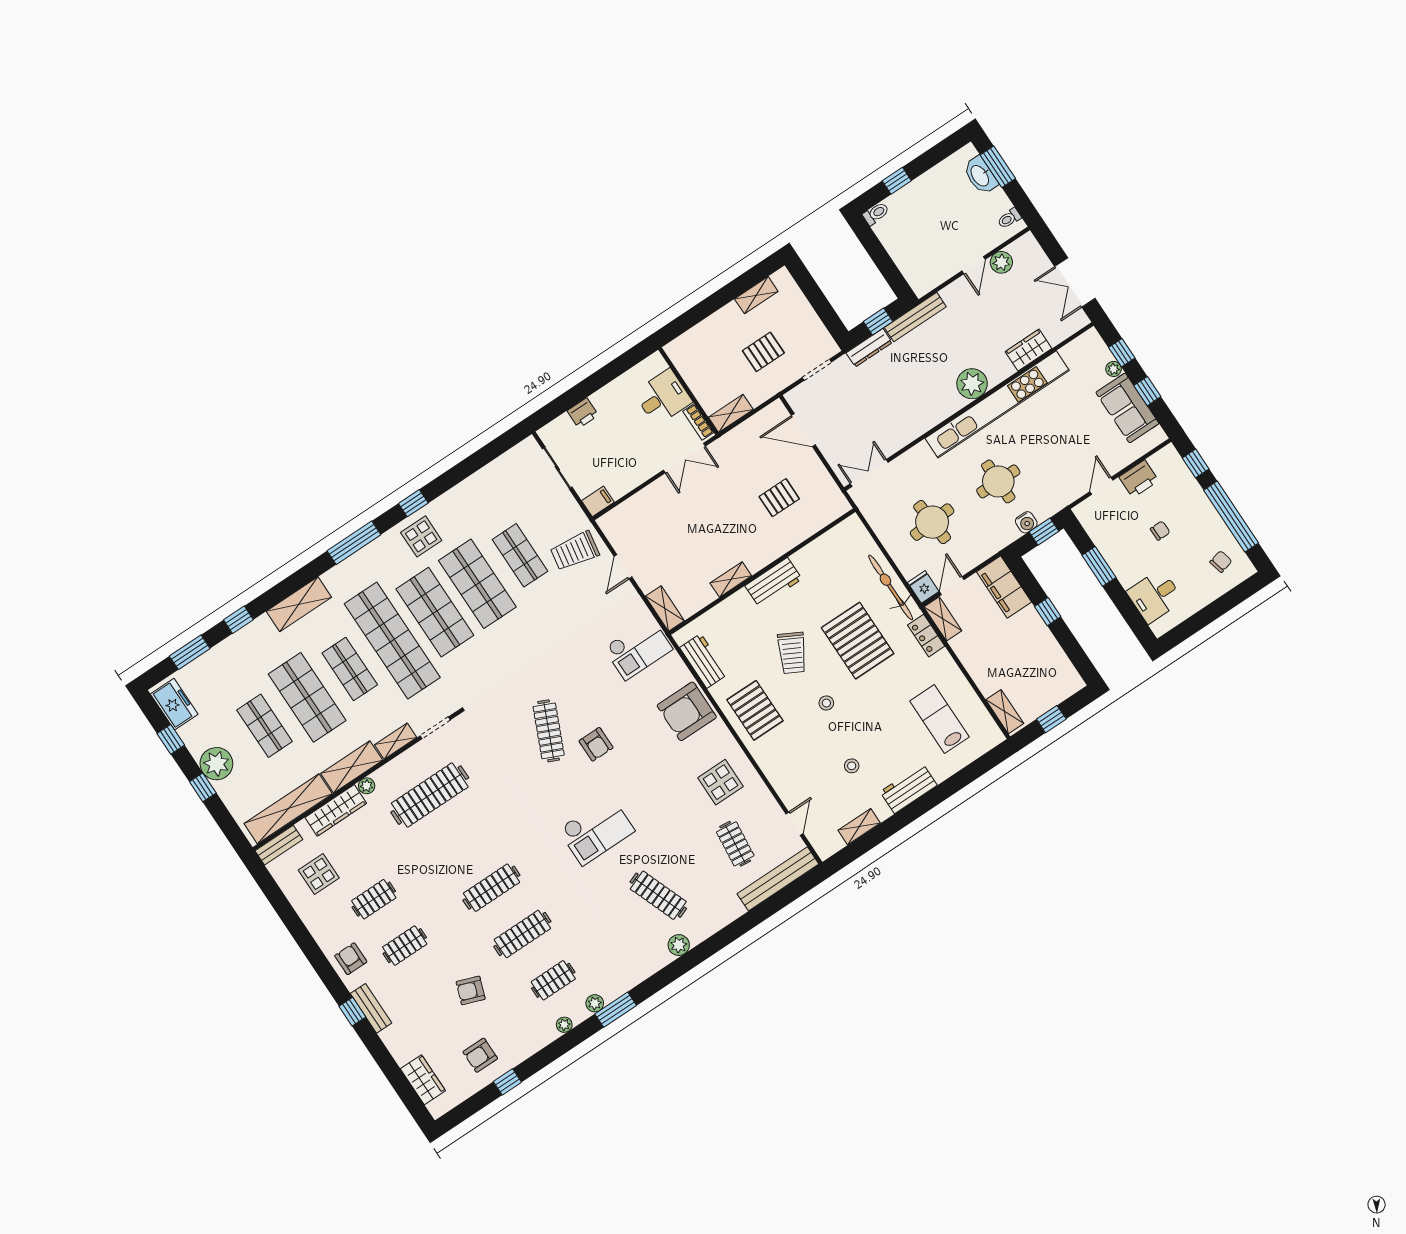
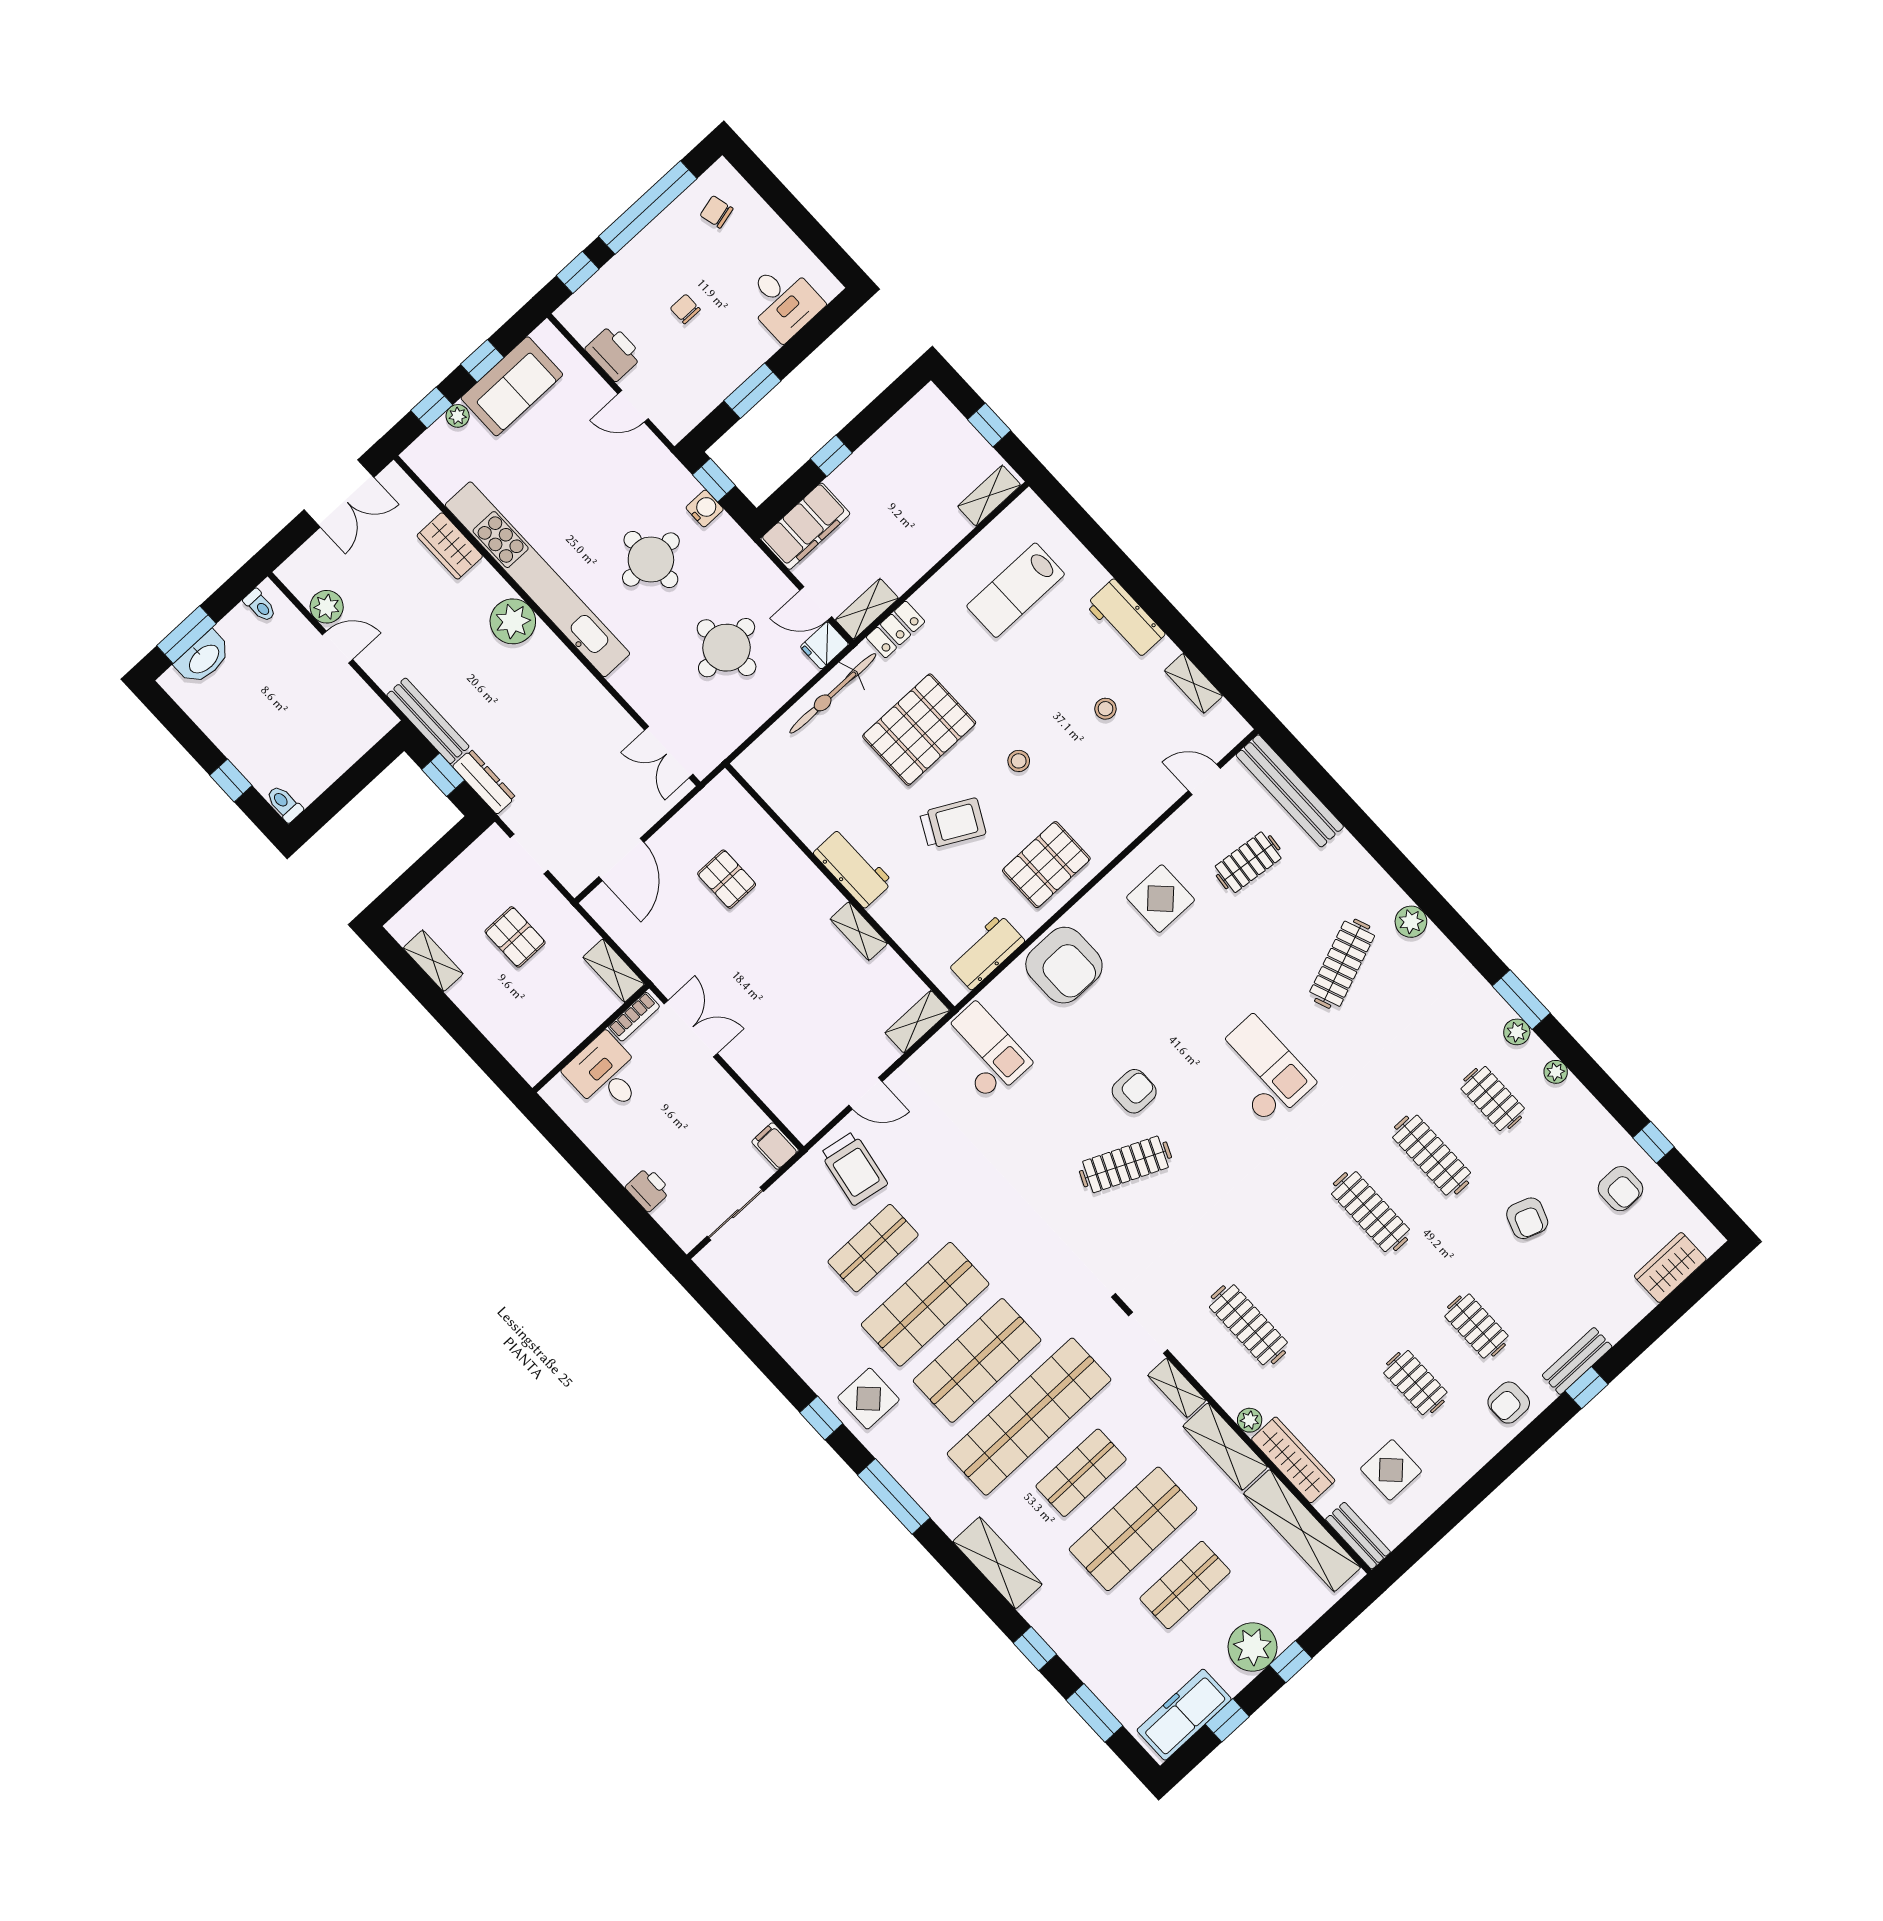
freezer: (174, 704) -> (1184, 1715), width x1.40
clothes rail: (430, 795) -> (1248, 1325), width x0.73, depth x0.76

